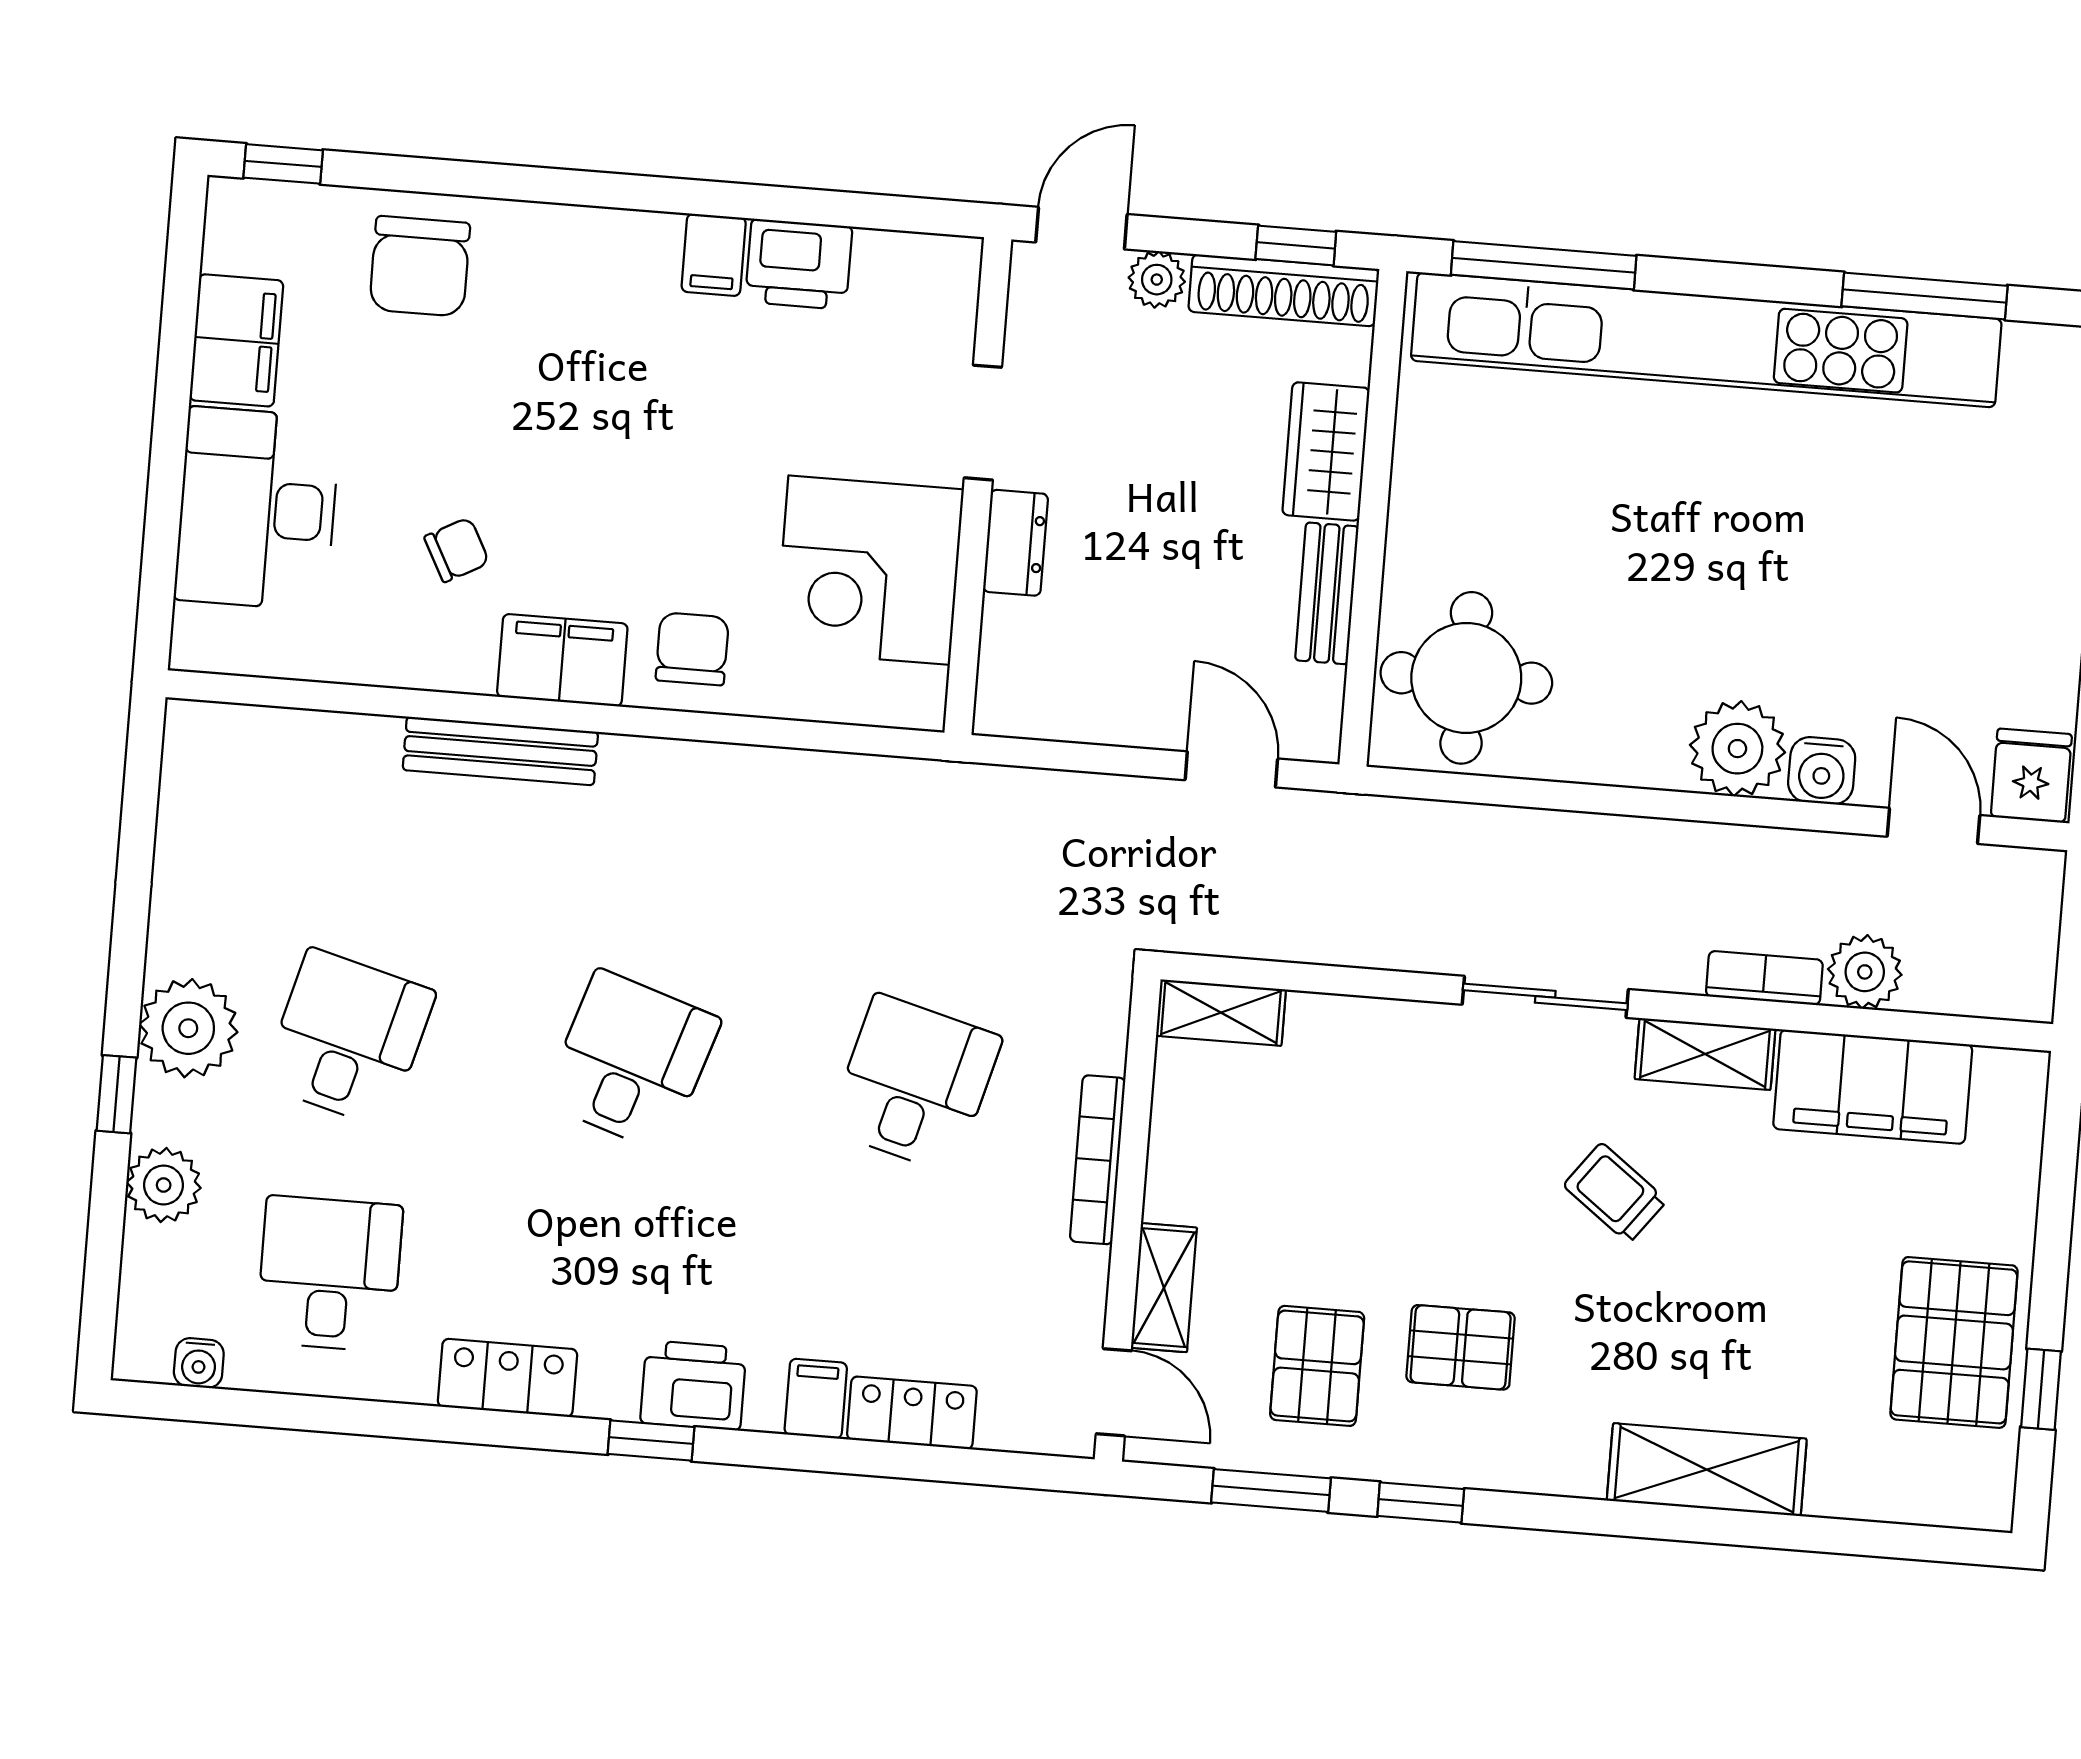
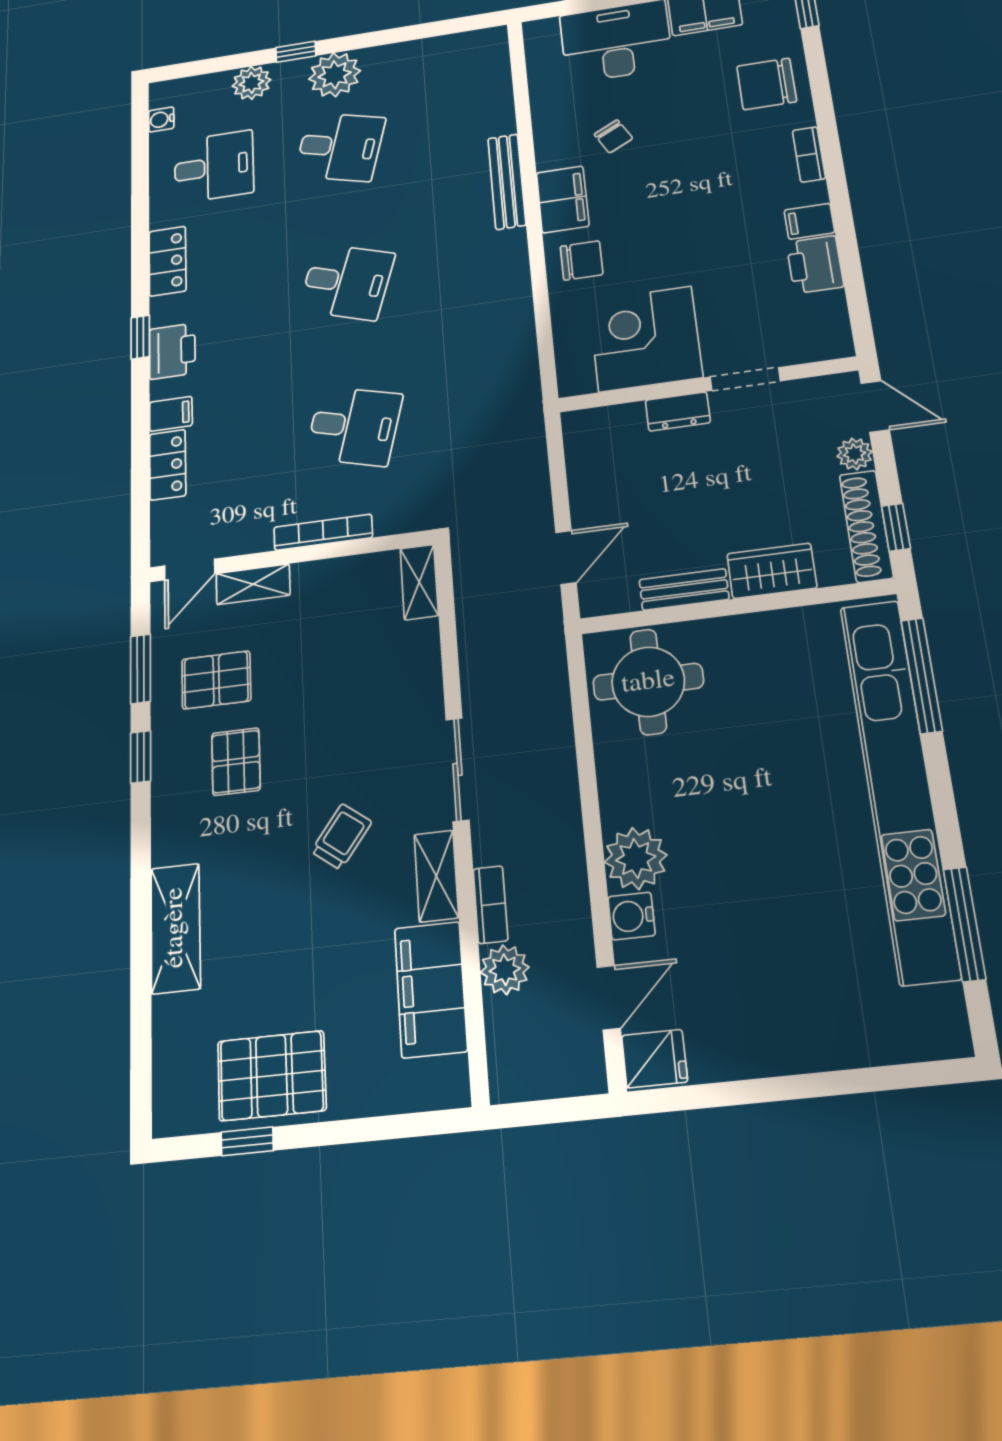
bookcase: (582, 226) -> (809, 154), added

